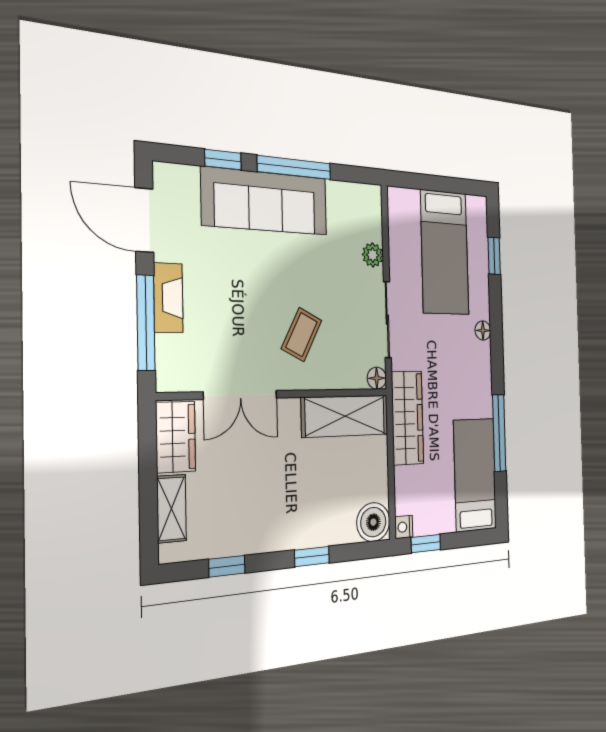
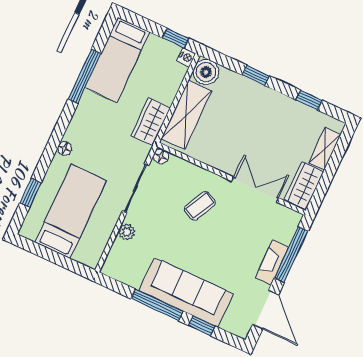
shelving: (345, 416) -> (186, 115), moved, turned 90
wardrobe: (407, 418) -> (151, 122), width x0.67

